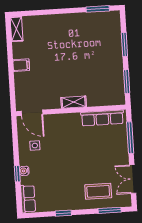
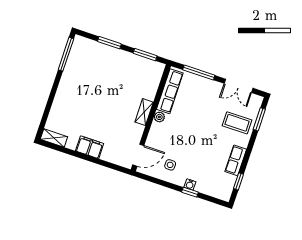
window: (98, 9) -> (66, 54), width x1.44
filing cabinet: (21, 65) -> (90, 147), width x2.00
plant: (75, 118) -> (159, 117), added
coffee table: (98, 191) -> (237, 123), turned 90
row of seats: (28, 199) -> (236, 160), moved, turned -90
window: (63, 213) -> (238, 181), moved

